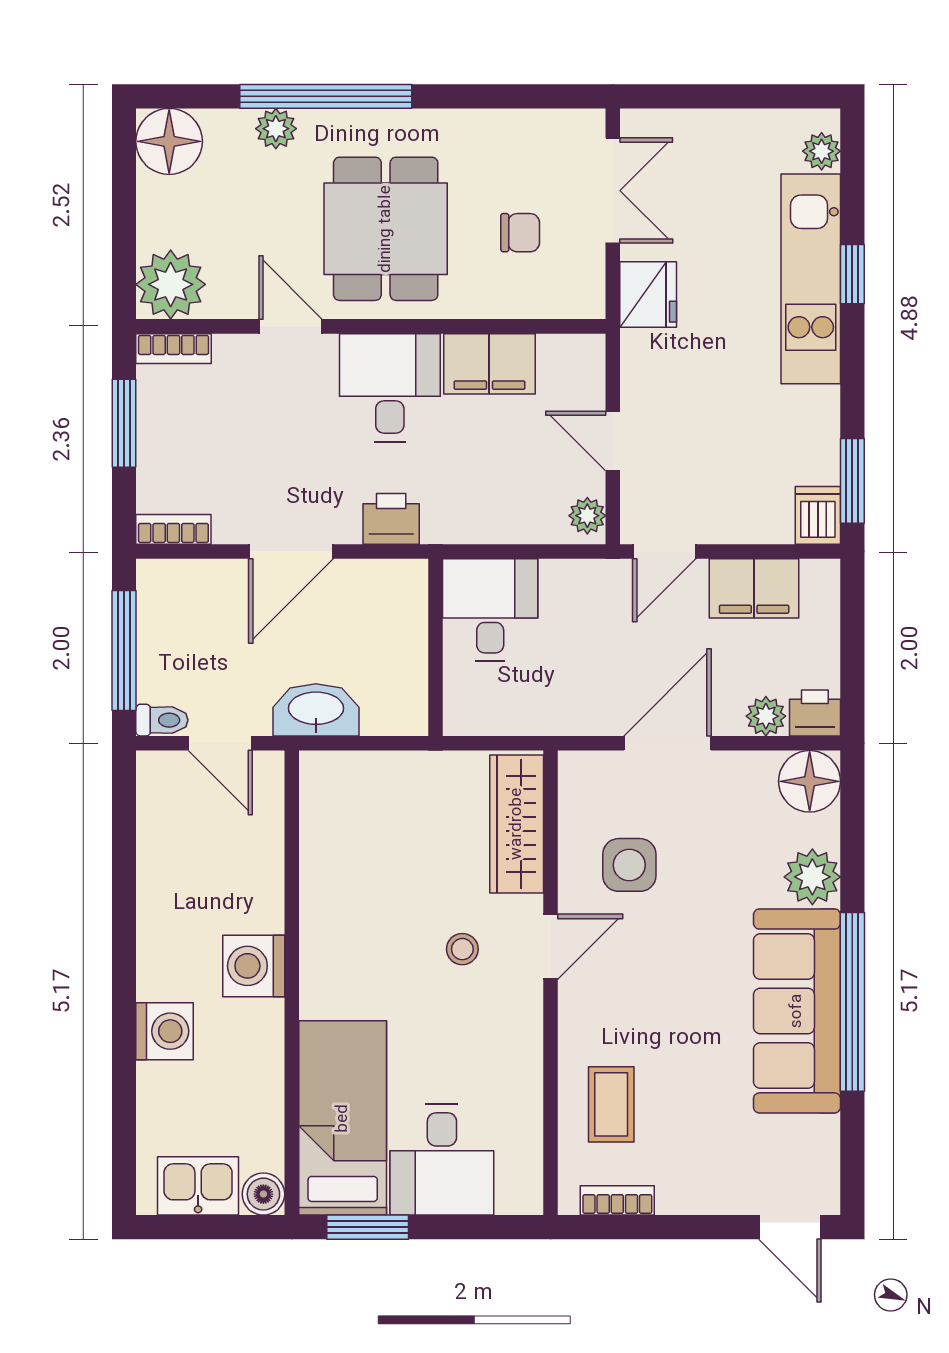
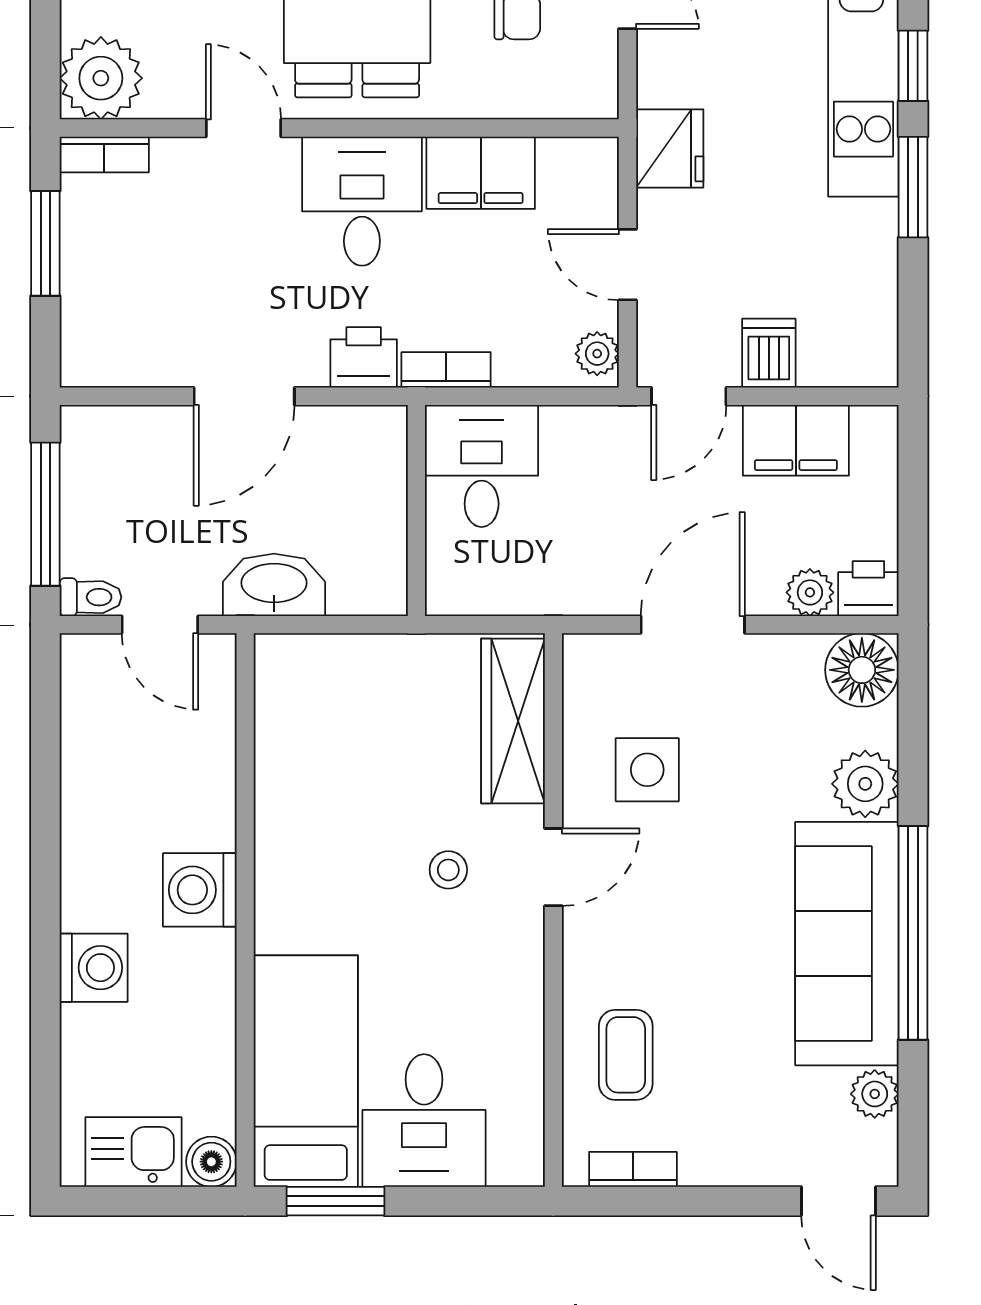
fridge: (648, 295) -> (670, 148), moved
window: (852, 481) -> (913, 187), moved
dishwasher: (818, 515) -> (769, 353), moved
bookcase: (173, 529) -> (446, 370), moved
plant: (820, 1137) -> (875, 1094), added

